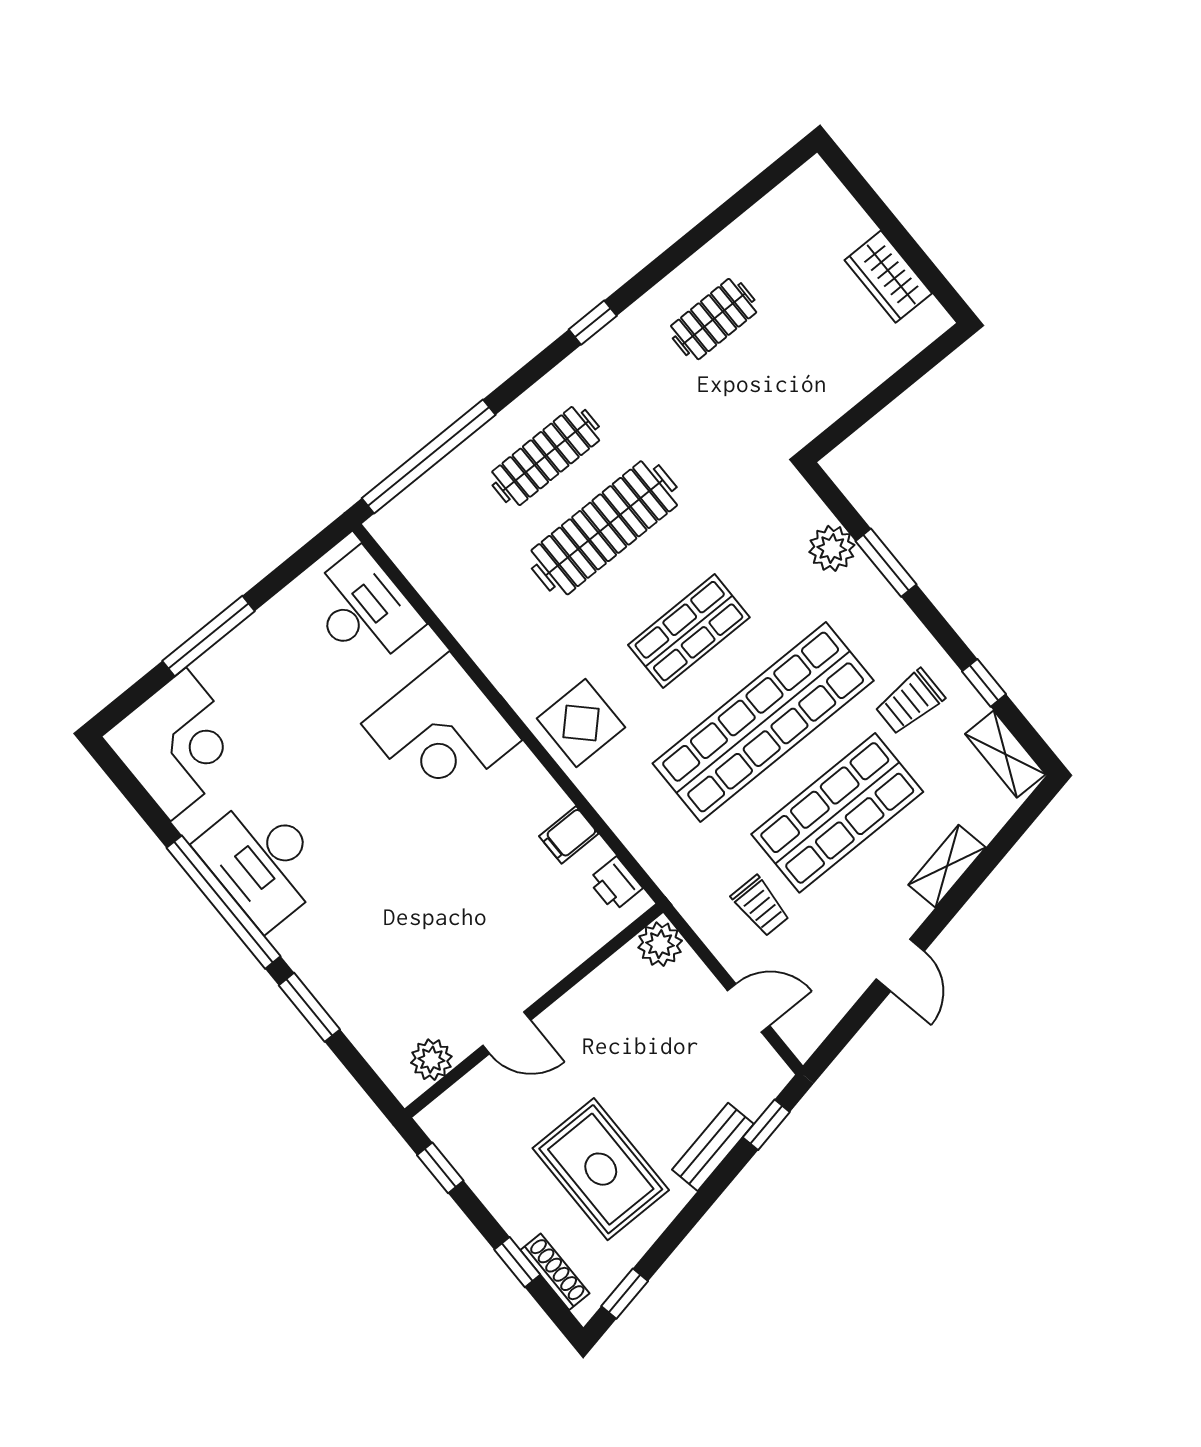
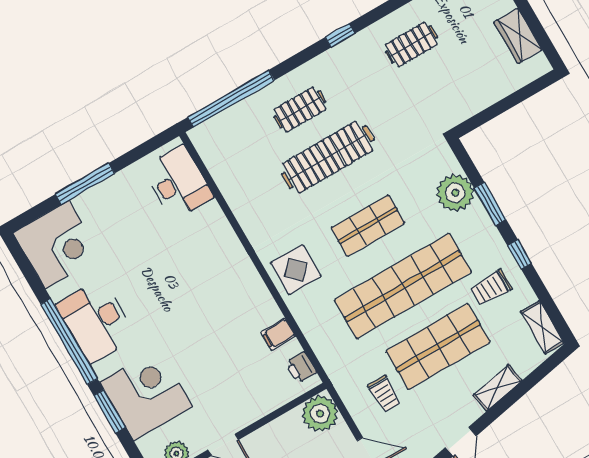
clothes rail: (546, 456) -> (300, 109), width x0.73
plant: (832, 548) -> (455, 193), width x1.36, depth x1.36
window: (984, 683) -> (519, 254), moved
corner desk: (441, 732) -> (146, 394), moved, turned 180
plant: (660, 944) -> (320, 414), width x1.36, depth x1.36

